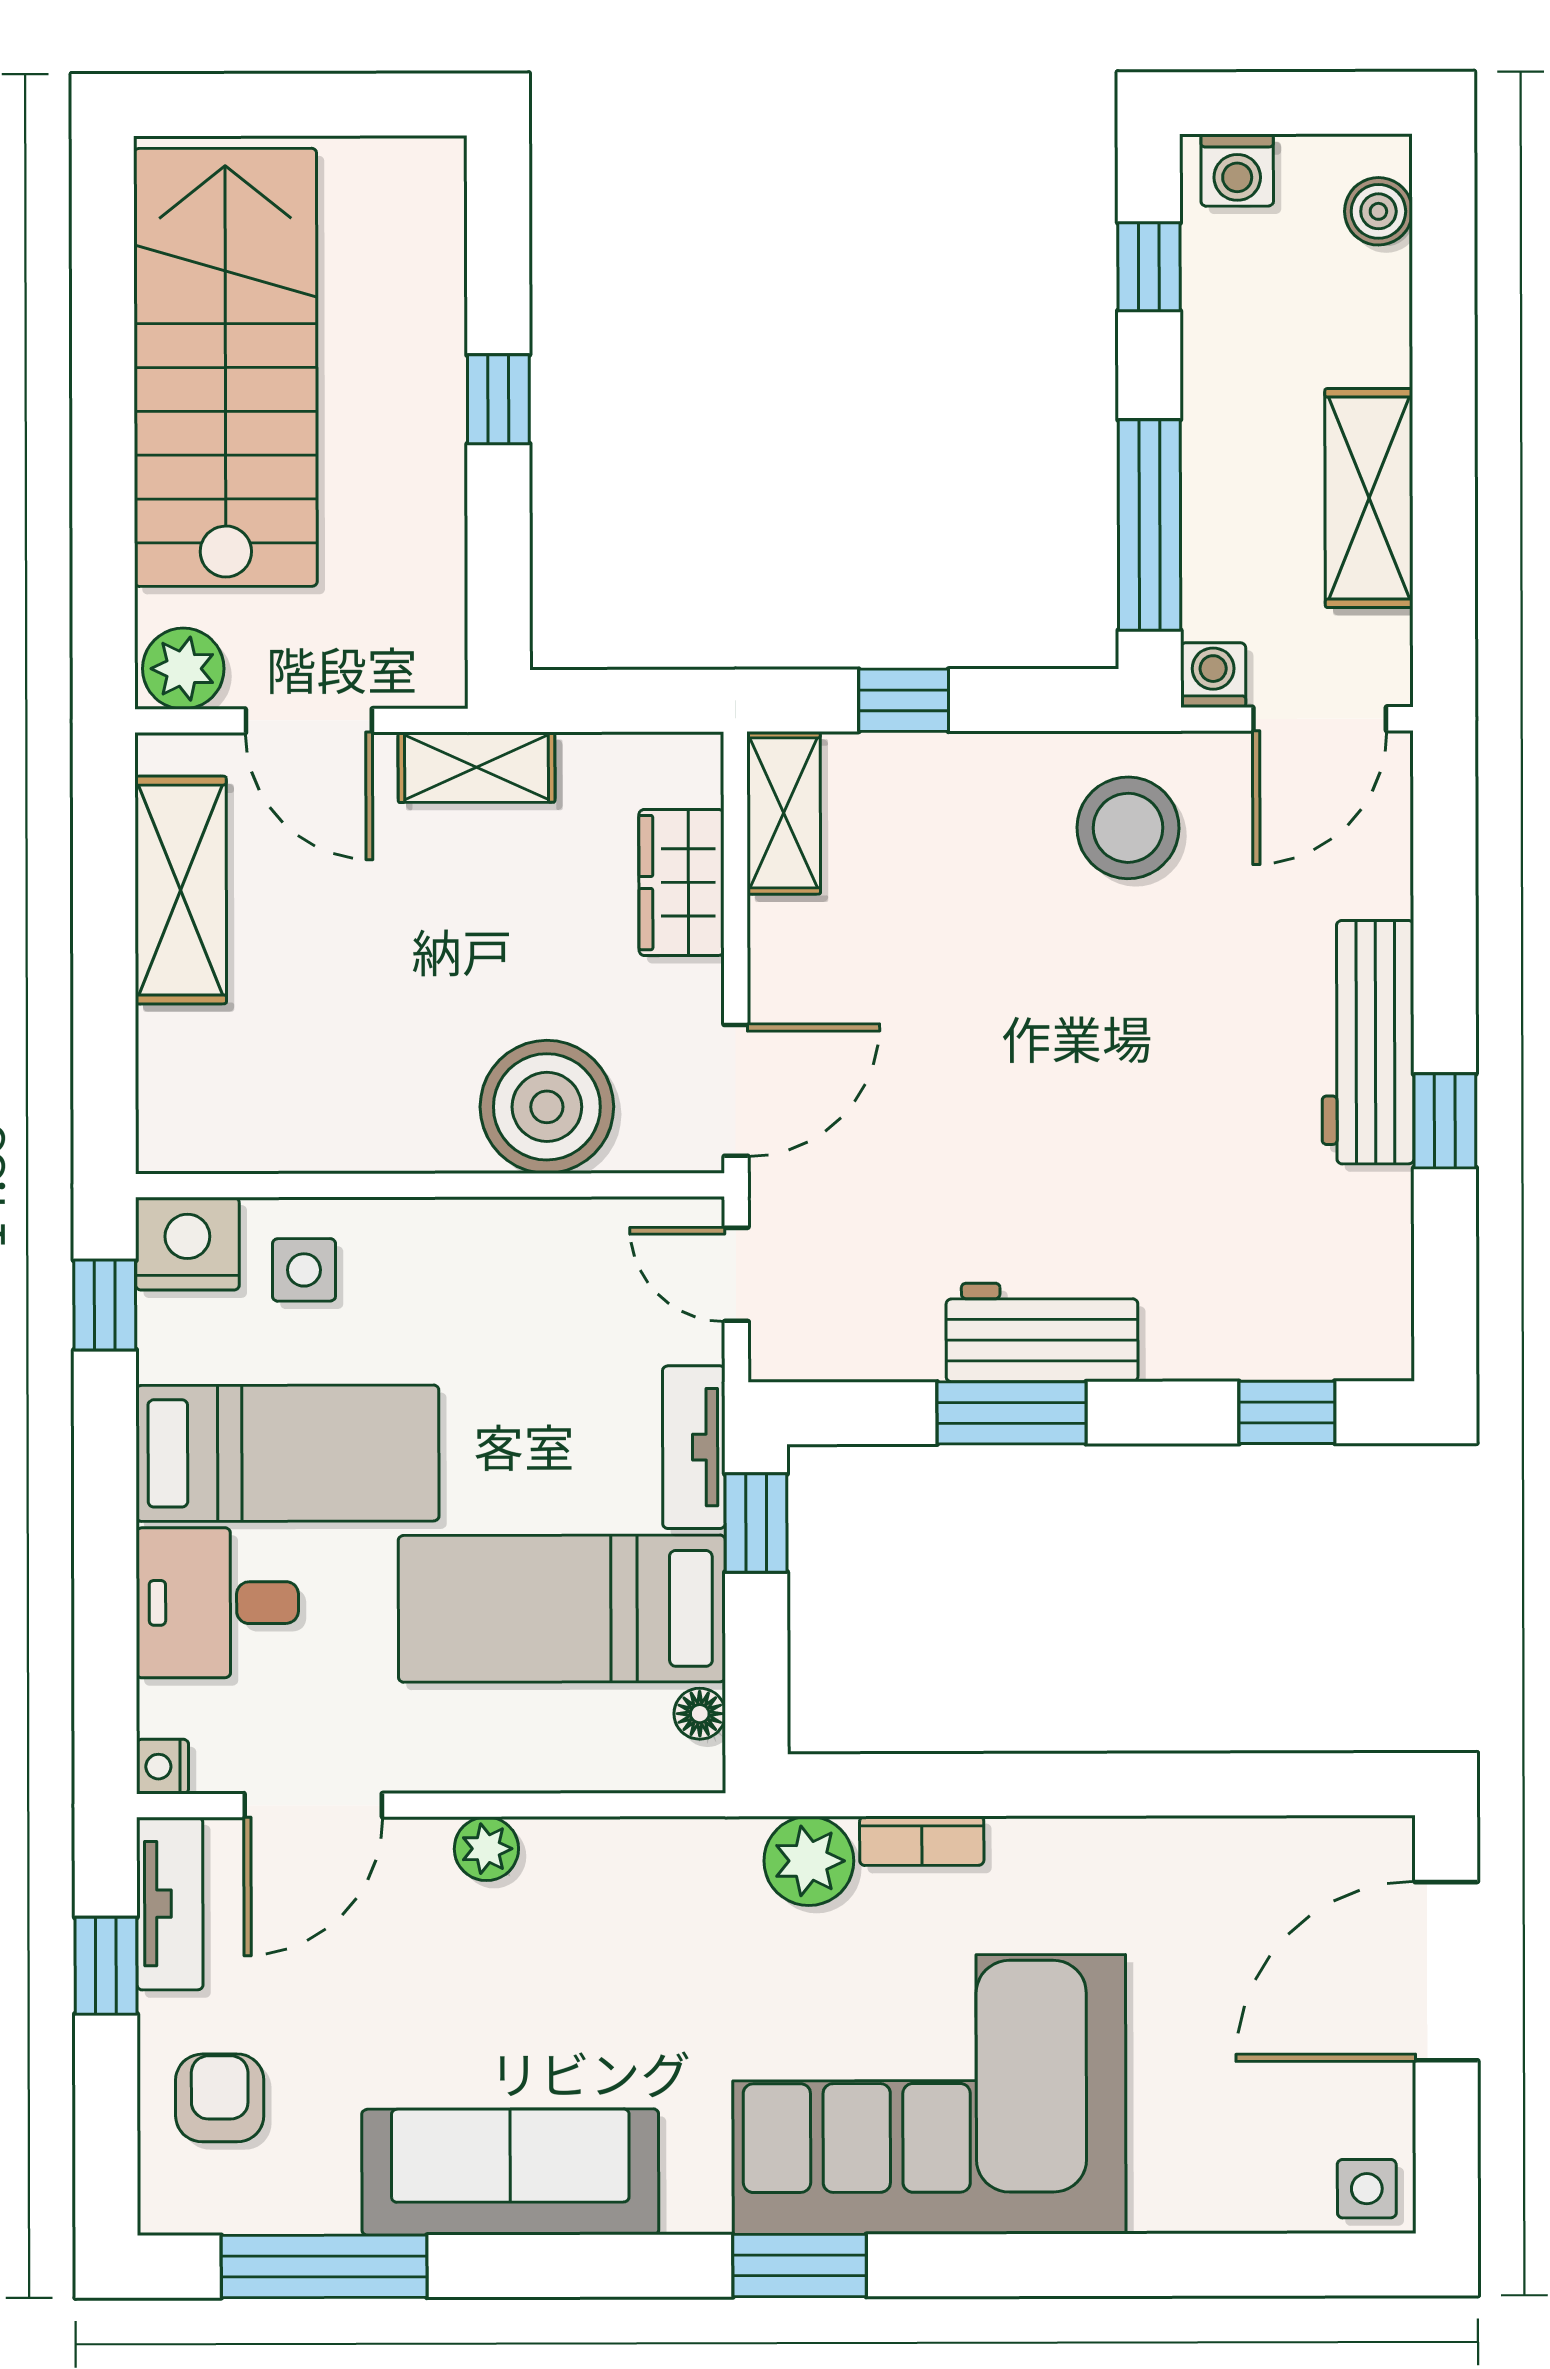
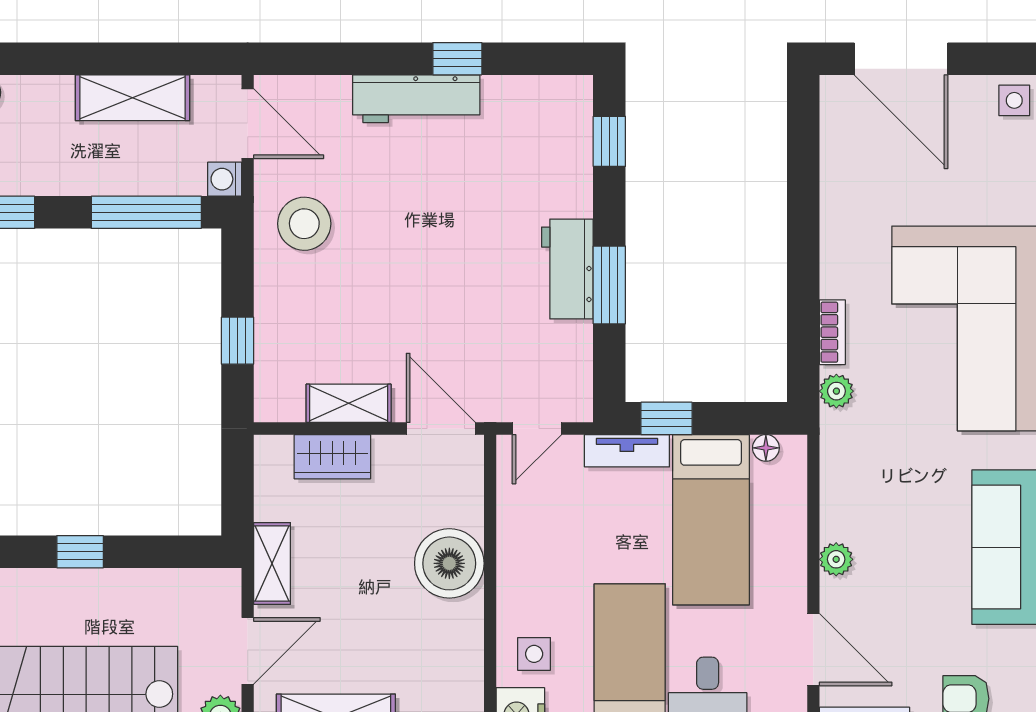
shelving: (784, 813) -> (349, 403), moved
boiler: (547, 1107) -> (449, 563), moved
plant: (809, 1861) -> (836, 391), width x0.73, depth x0.73

